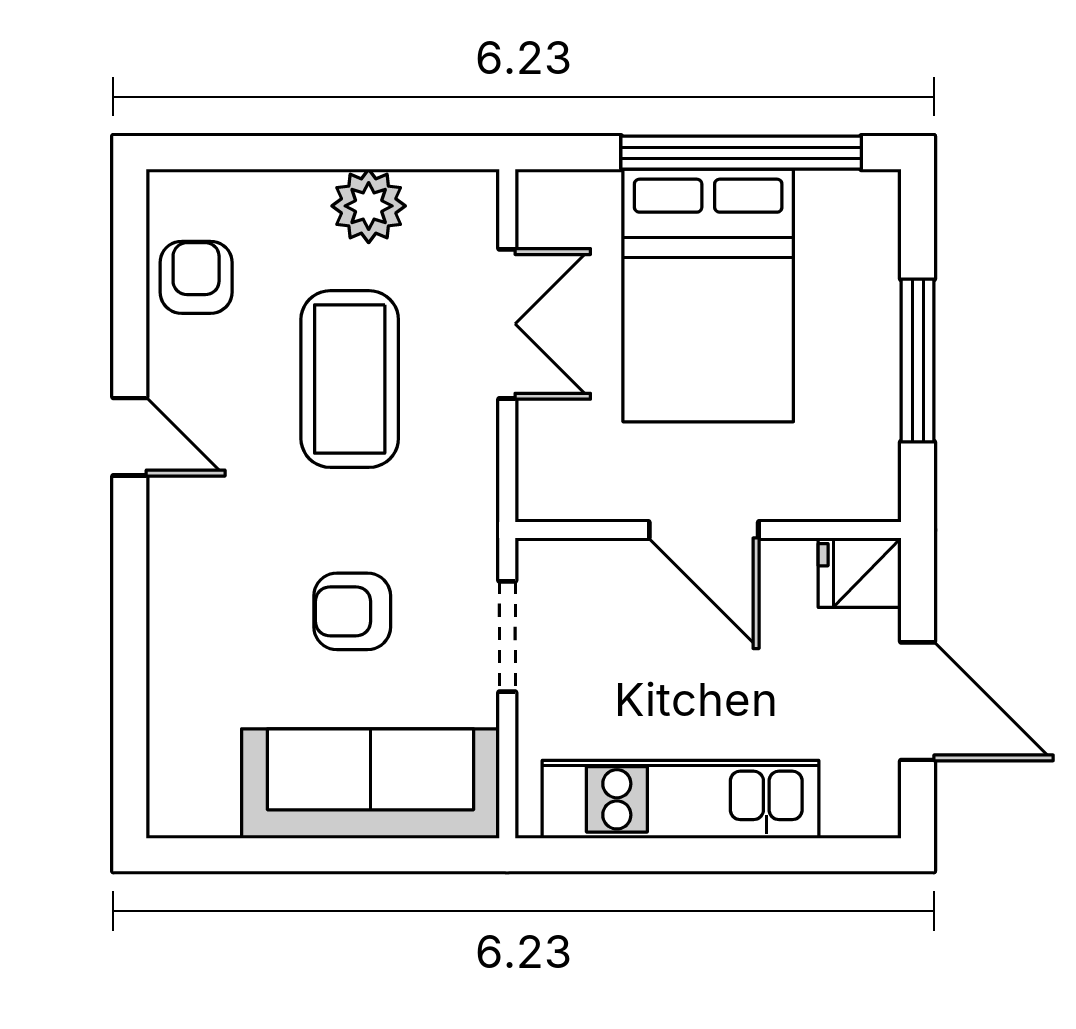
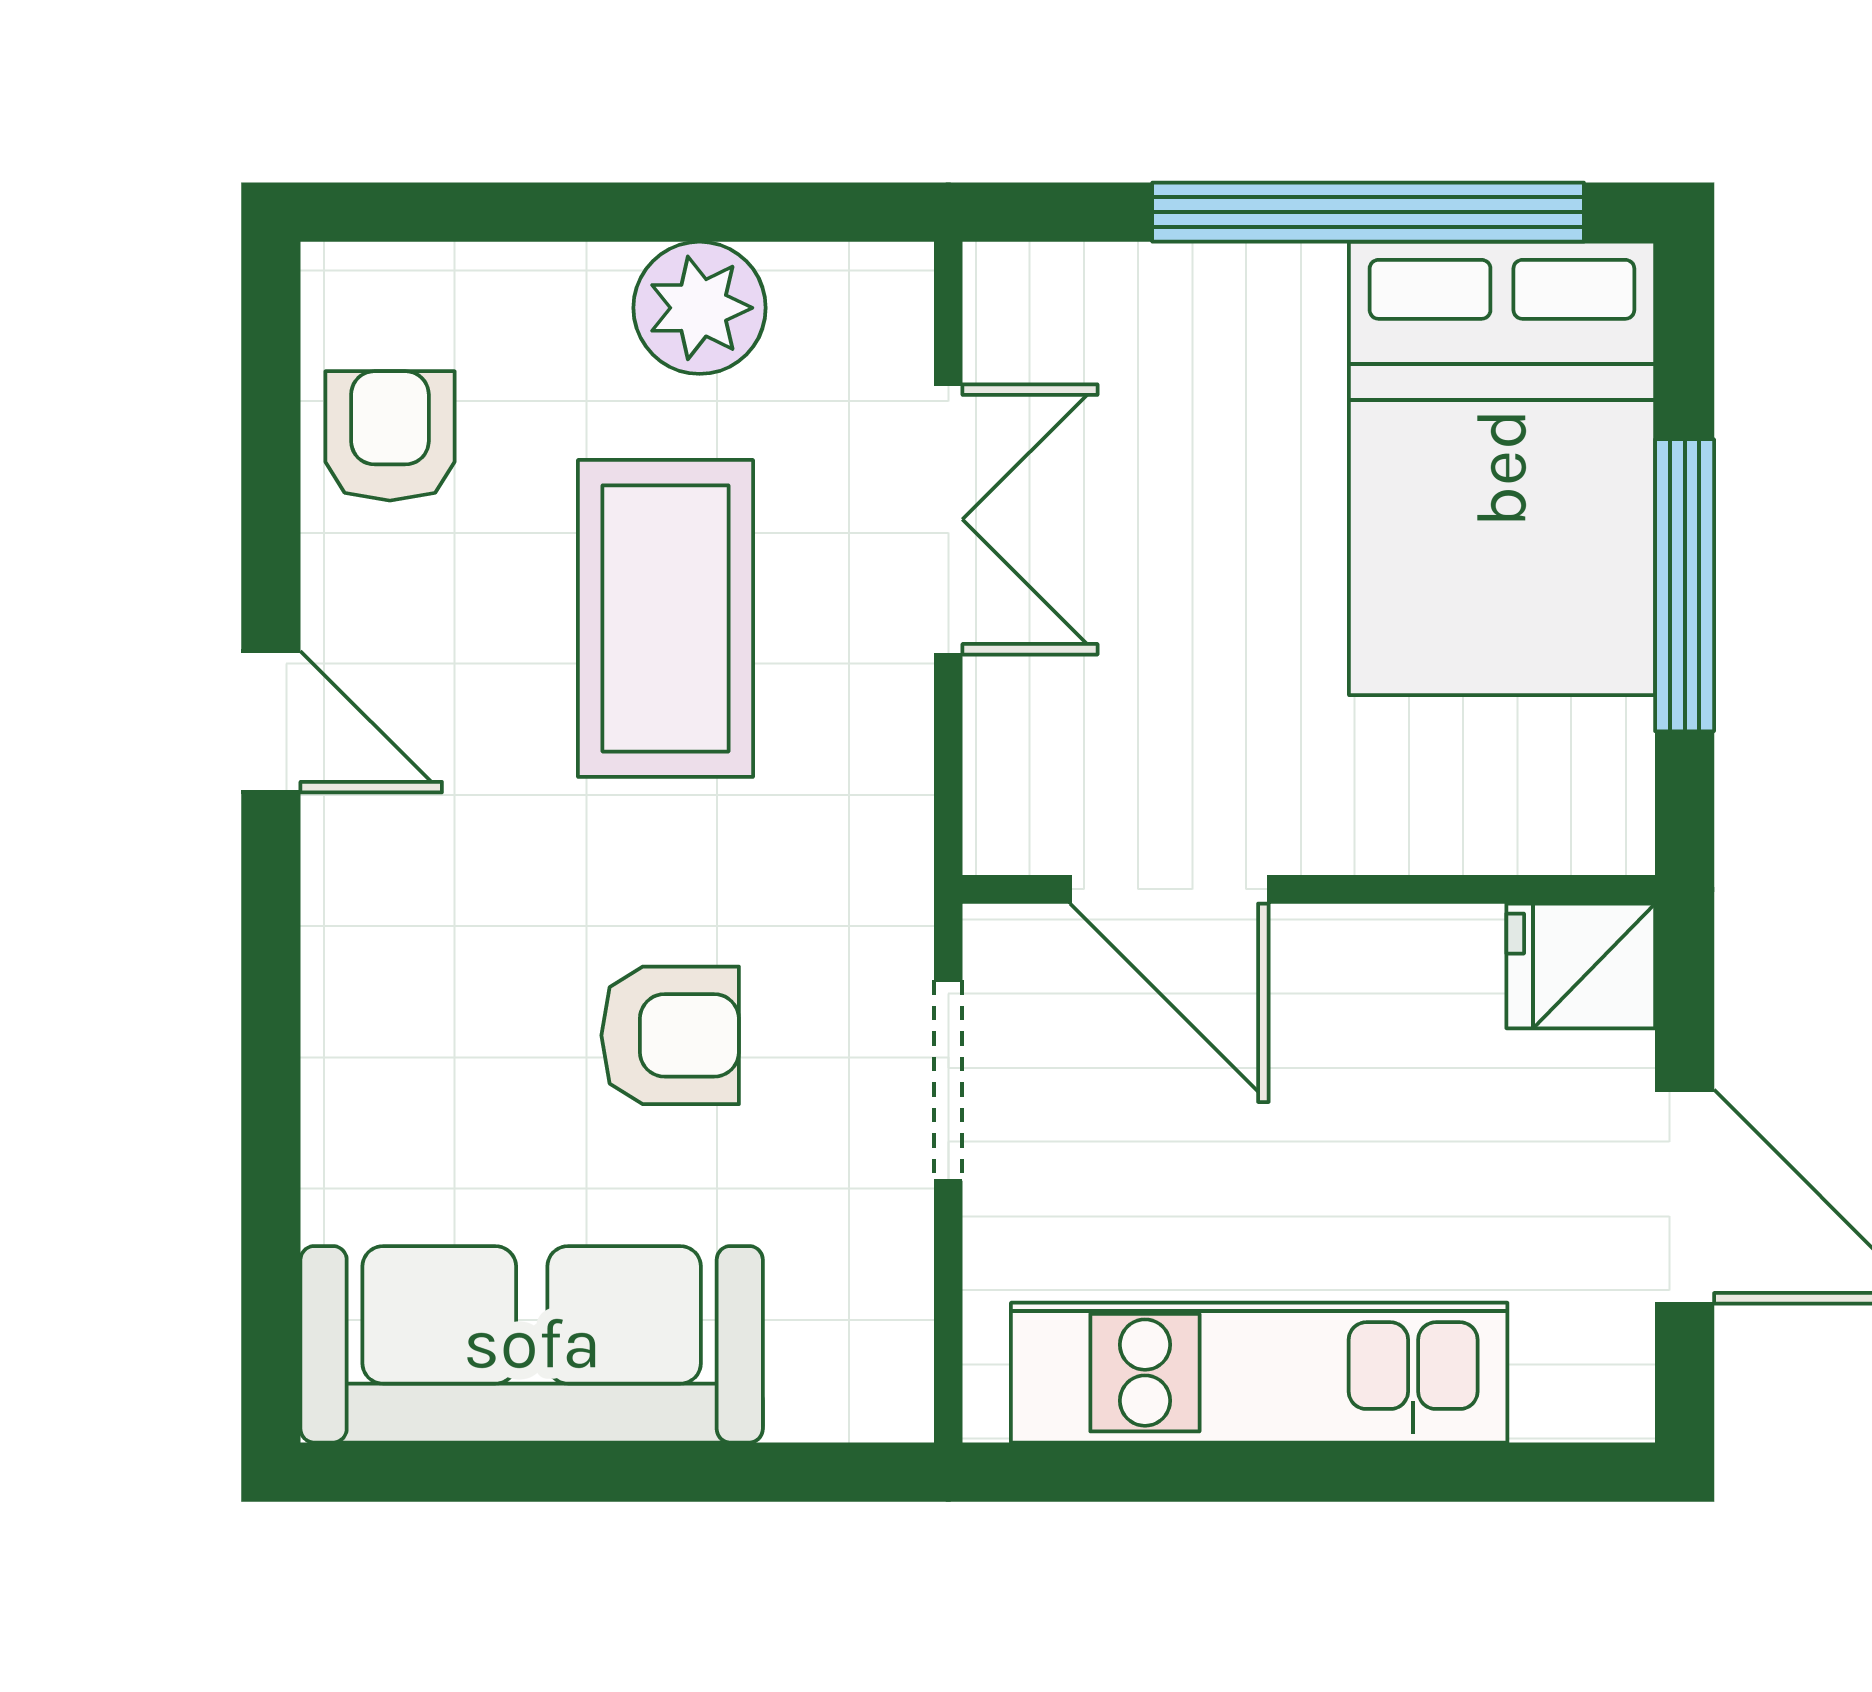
bed: (708, 295) -> (1502, 468), moved
door: (704, 530) -> (1169, 889), moved
armchair: (352, 611) -> (670, 1035), turned 180
sofa: (370, 784) -> (532, 1344), moved

